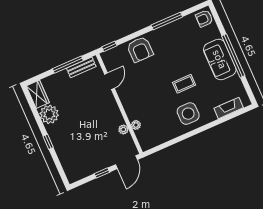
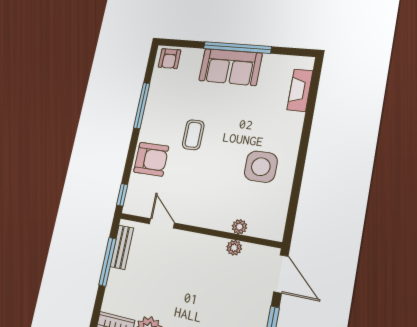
coffee table: (184, 84) -> (193, 135), moved
side table: (188, 114) -> (261, 167), moved

